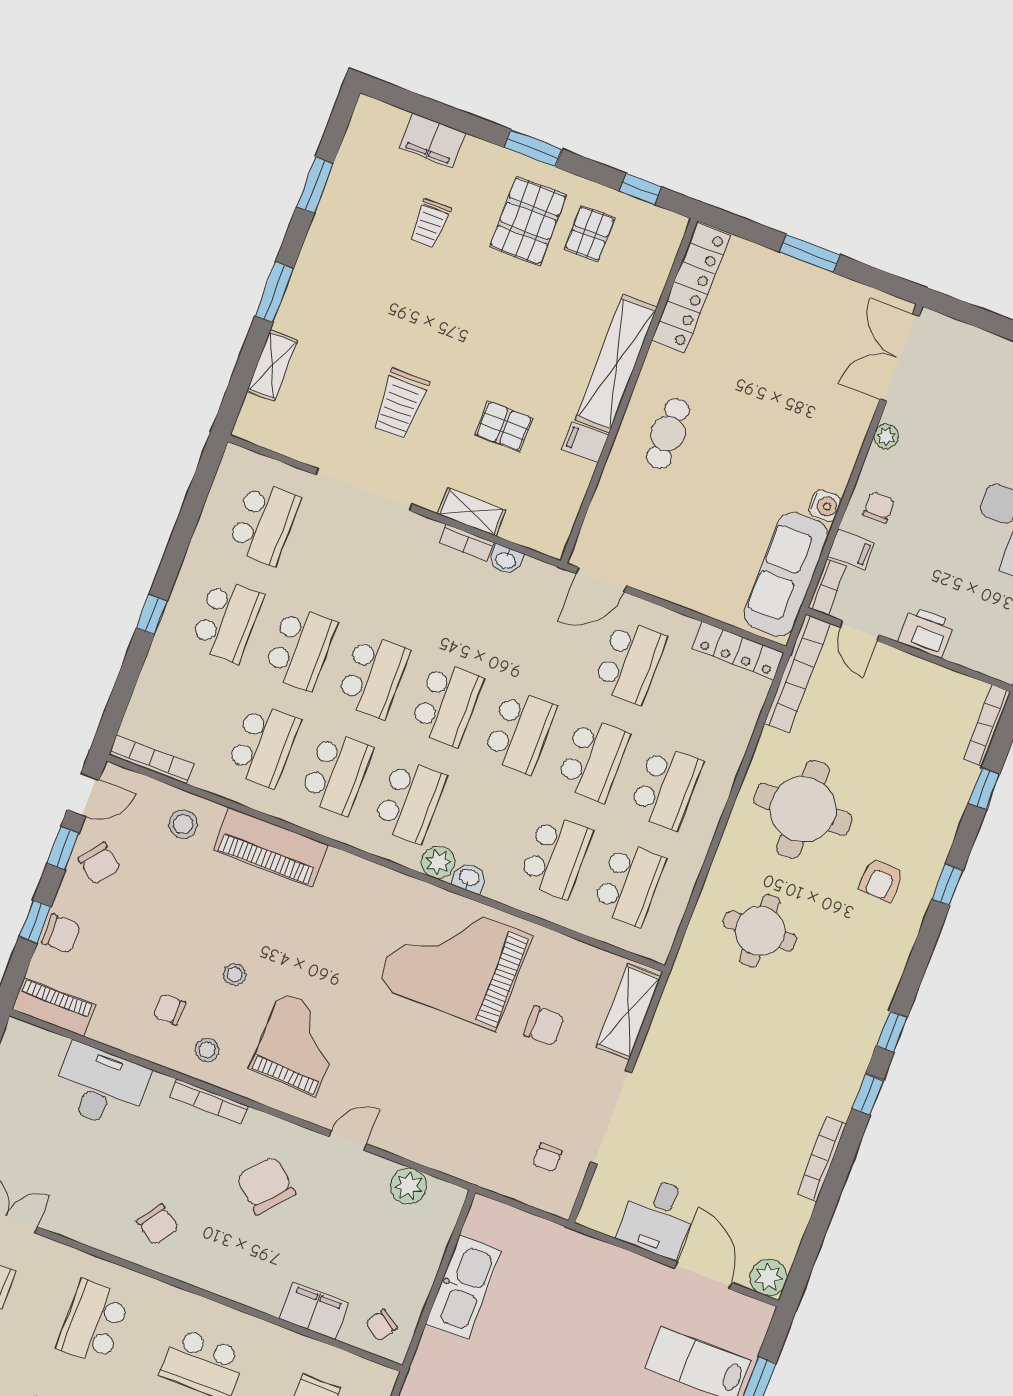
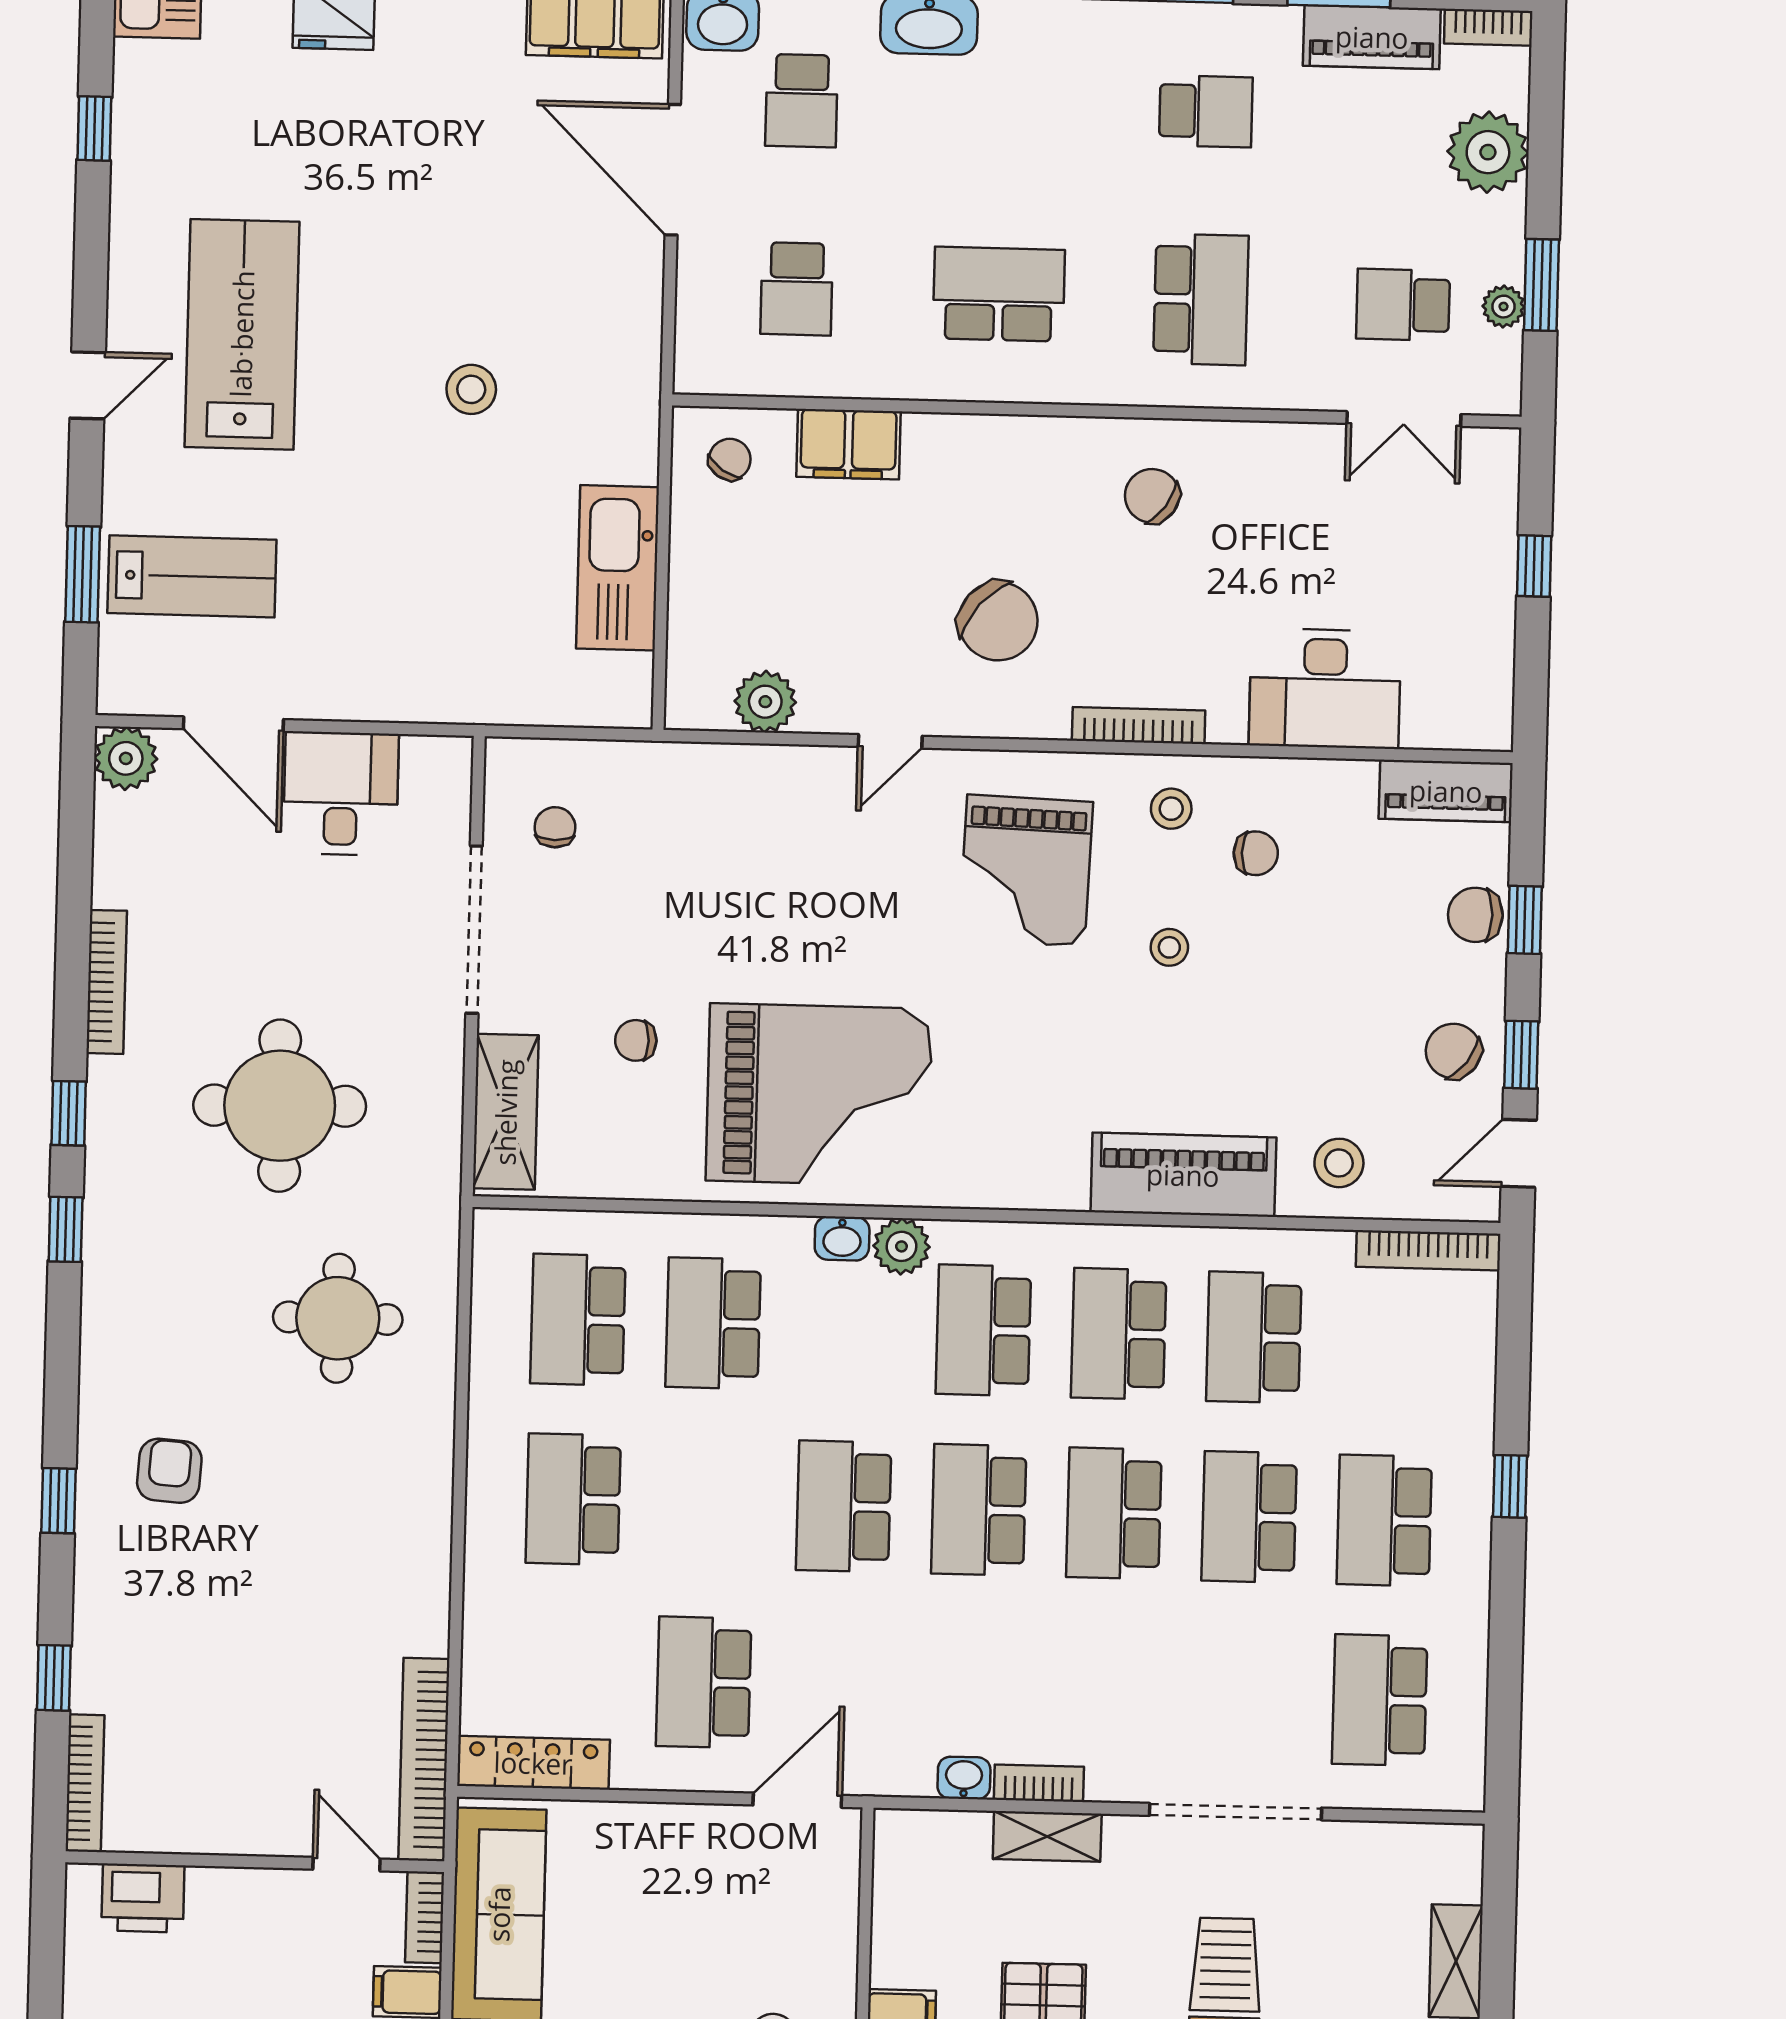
printer: (926, 632) -> (143, 1898), moved
school desk: (593, 759) -> (708, 1503), removed
round table: (803, 809) -> (280, 1106), moved
chair: (544, 1026) -> (636, 1040), width x0.73, depth x0.73

